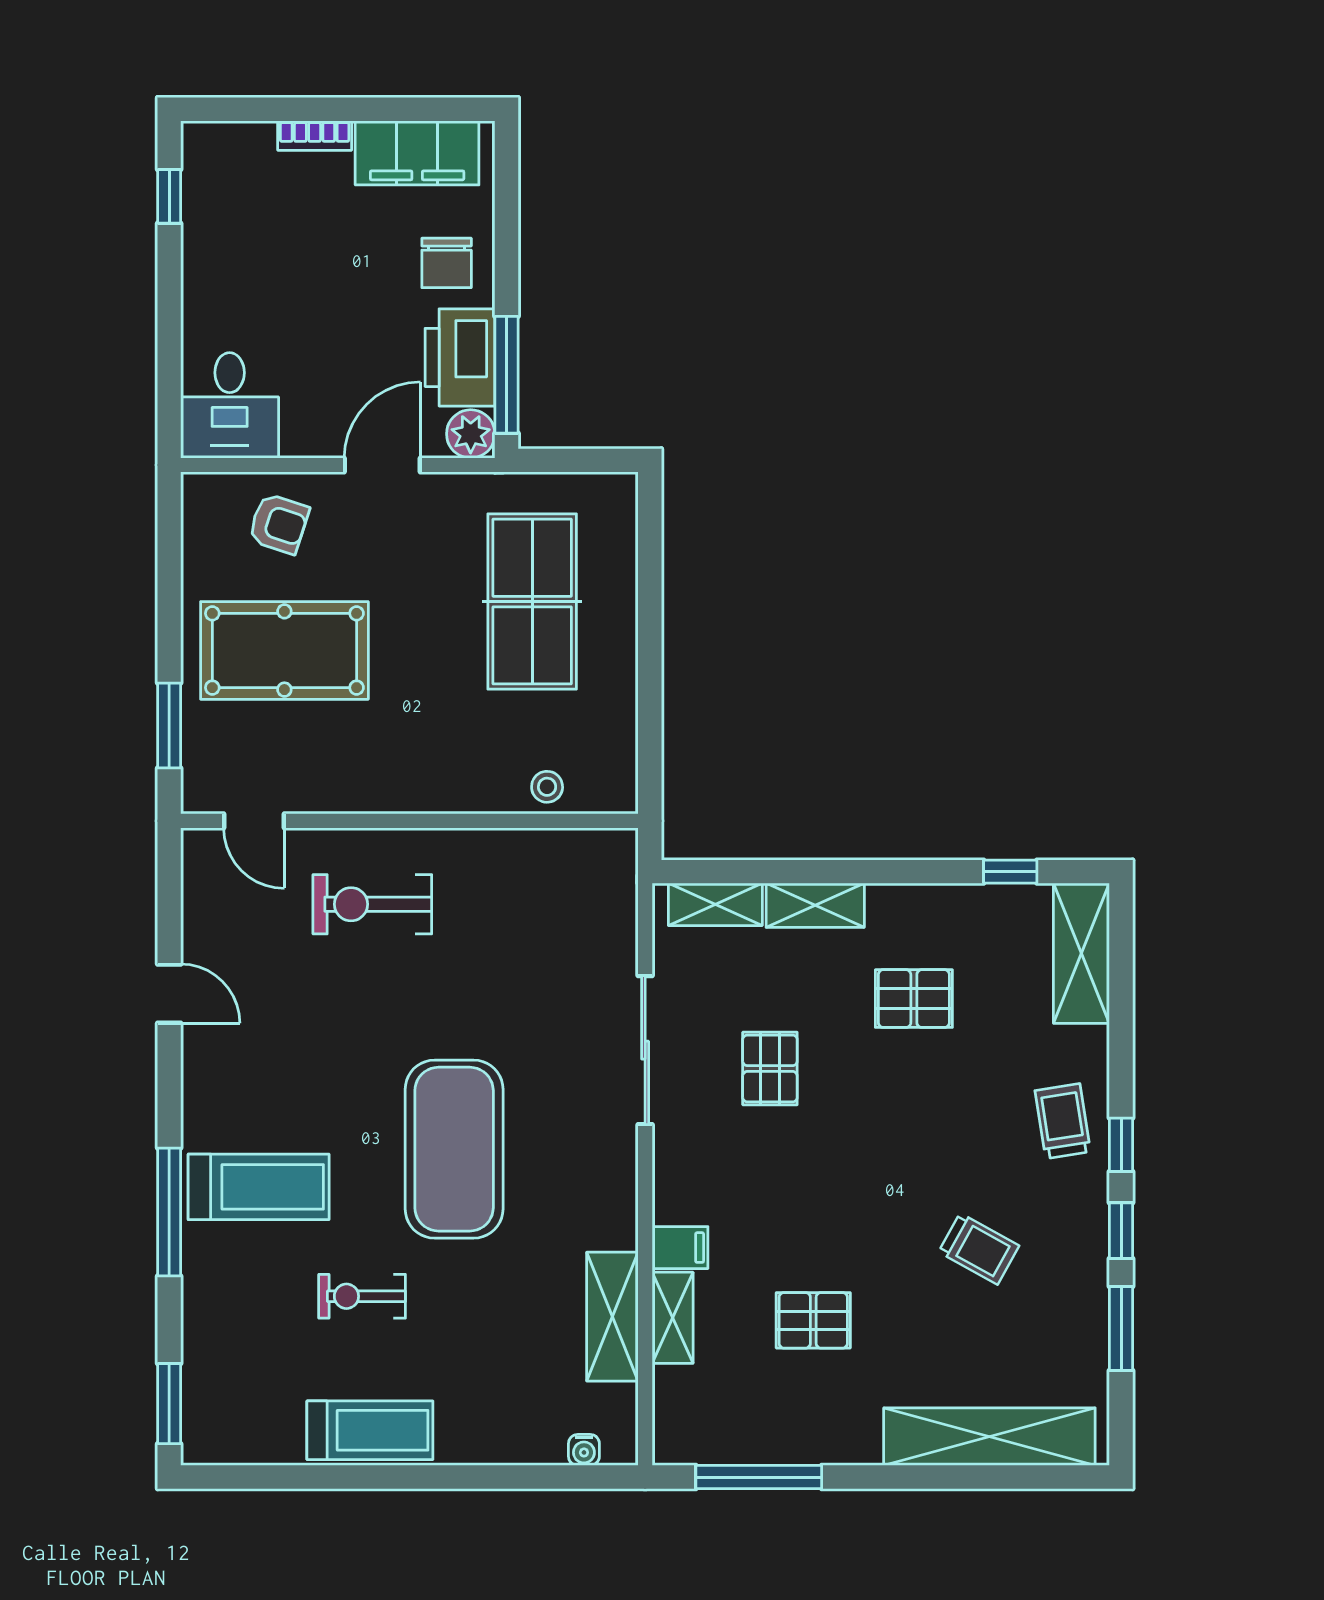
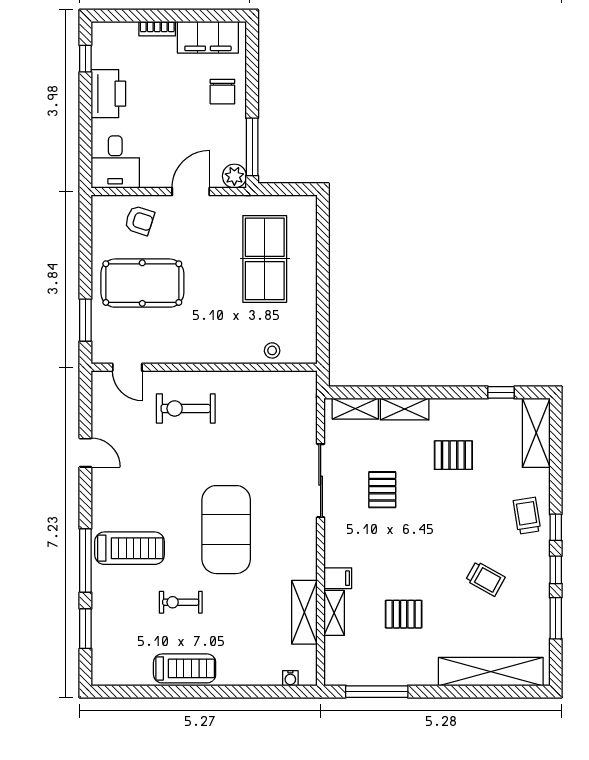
printer: (460, 357) -> (108, 94), moved, turned 180
window: (169, 1404) -> (85, 629), moved

